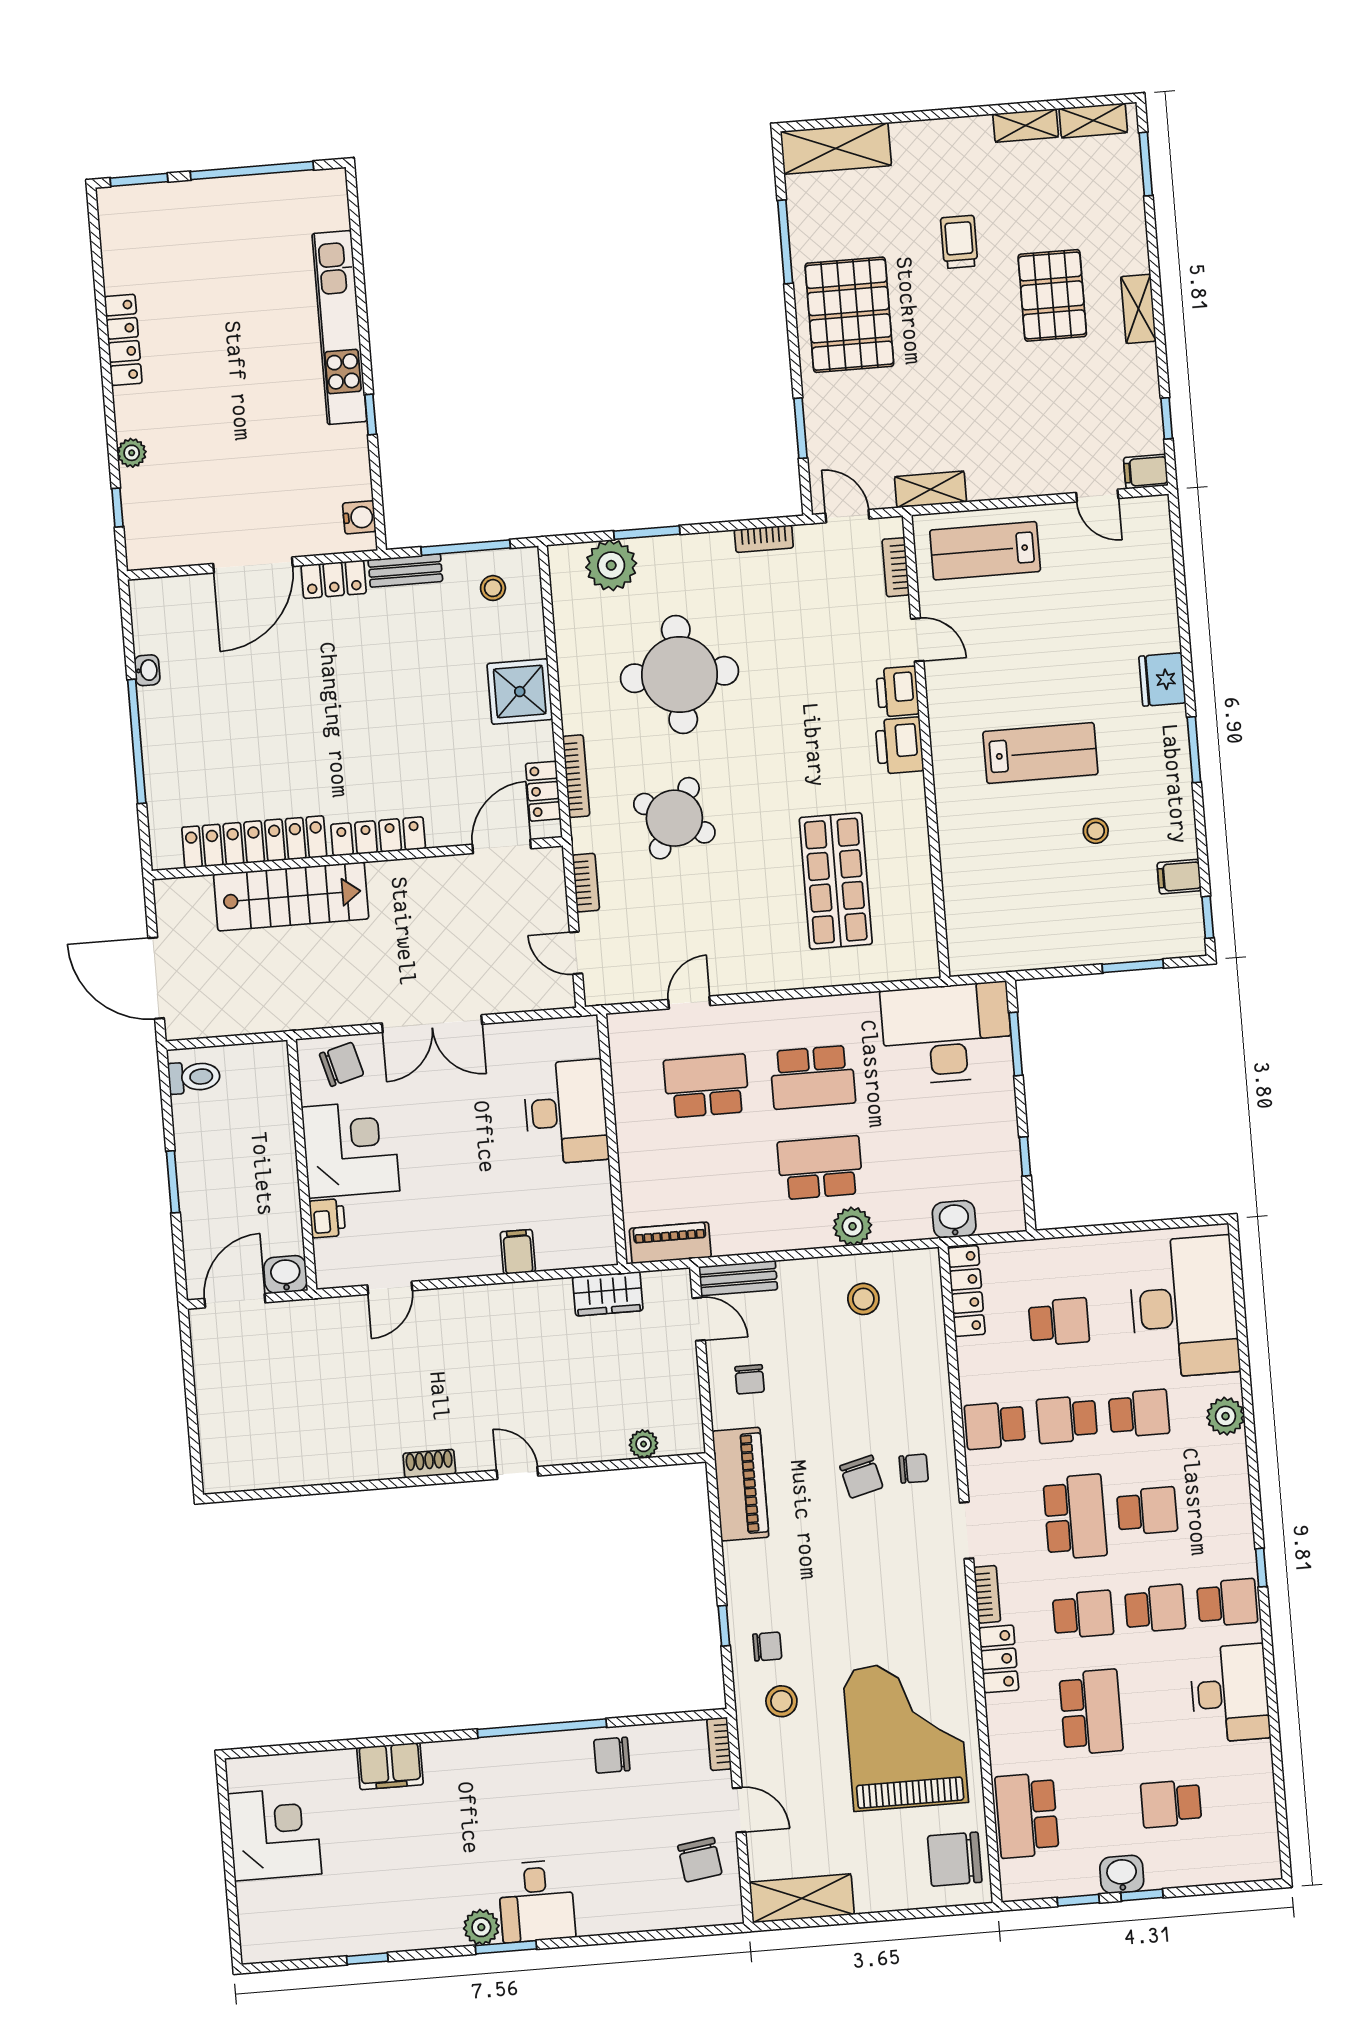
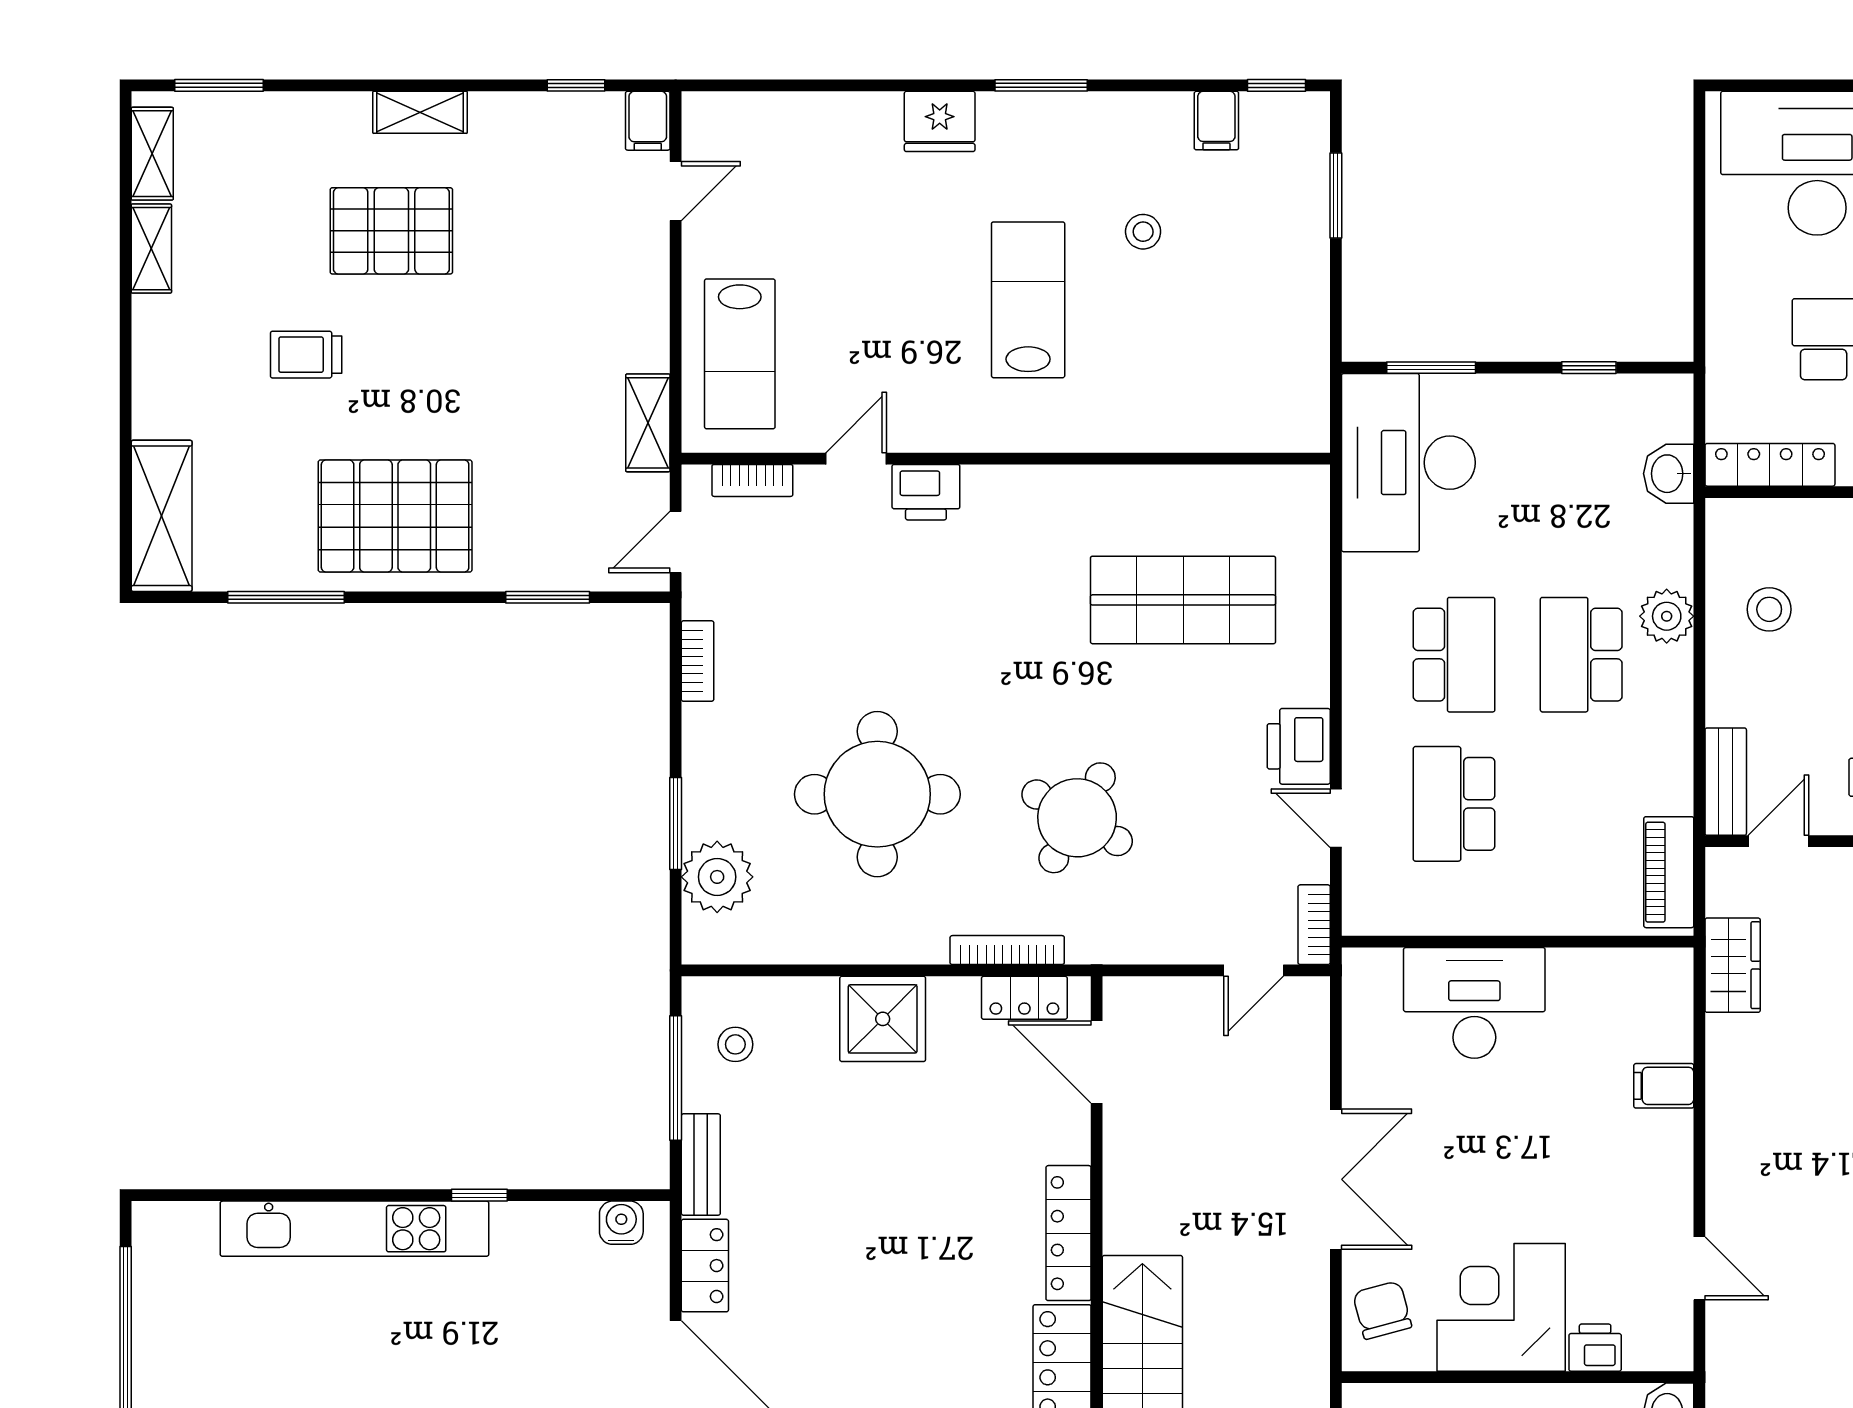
printer: (899, 745) -> (1299, 746), moved, turned 90
bookcase: (586, 883) -> (1314, 925), moved, turned -90

